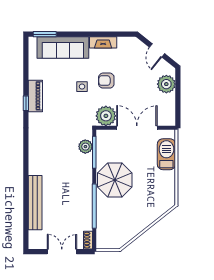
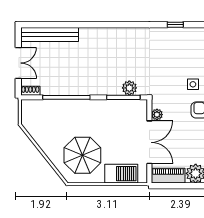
piano: (35, 96) -> (168, 176), moved, turned 180
plant: (106, 116) -> (157, 115), width x0.53, depth x0.53
parasol: (115, 180) -> (82, 155), moved
bench: (35, 203) -> (50, 35), moved

